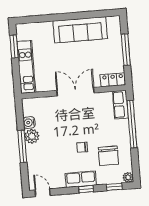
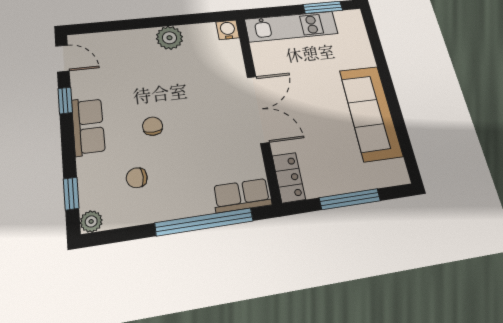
water cooler: (29, 123) -> (228, 30), moved
window: (22, 146) -> (150, 23), removed
chair: (108, 156) -> (137, 178), width x0.54, depth x0.54
window: (86, 189) -> (65, 100), moved
door: (43, 193) -> (62, 58), hinge flipped

